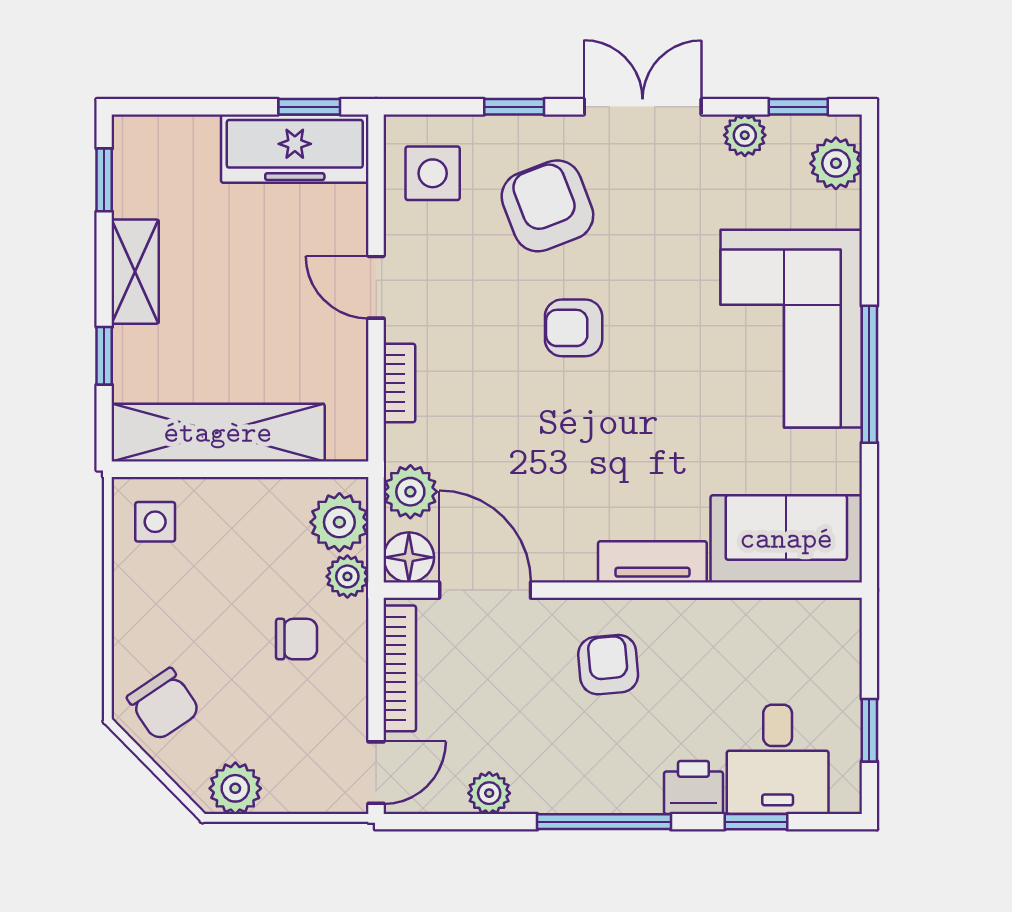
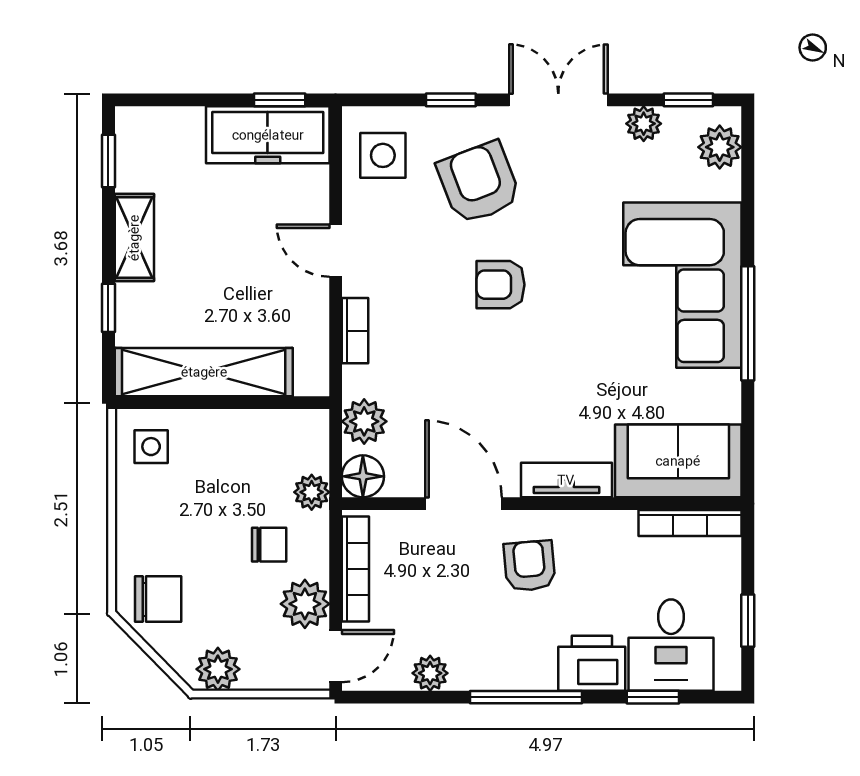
plant: (339, 522) -> (305, 604), moved
door: (485, 590) -> (464, 504), moved
bookcase: (800, 613) -> (690, 523), added
chair: (164, 704) -> (158, 599), turned -56
printer: (693, 787) -> (592, 663), width x1.36, depth x1.24

